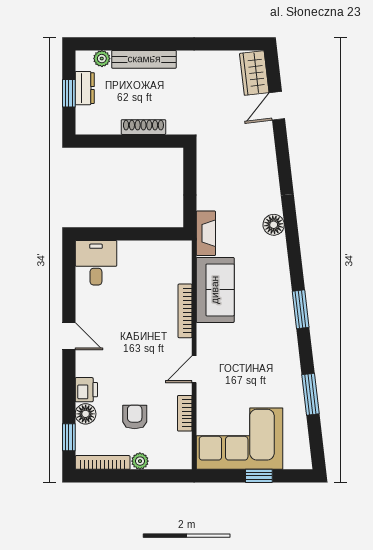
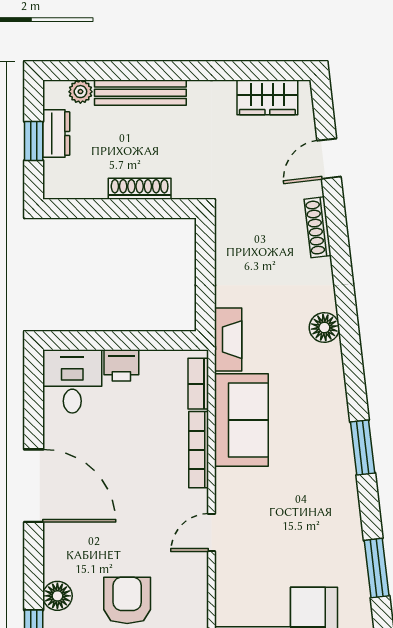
wardrobe: (254, 73) -> (267, 97), moved, turned -83
shoe rack: (269, 154) -> (318, 227), added
door: (69, 336) -> (34, 486), width x1.88
printer: (86, 390) -> (121, 365), moved, turned 90
bookcase: (185, 413) -> (198, 384), moved
armchair: (135, 417) -> (127, 600), width x1.38, depth x1.38

